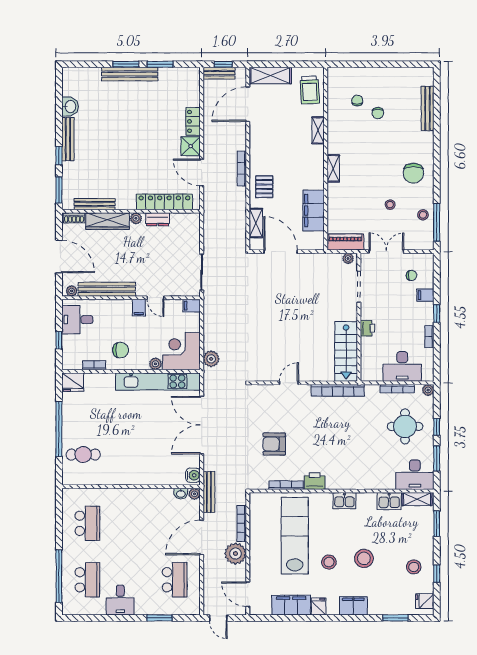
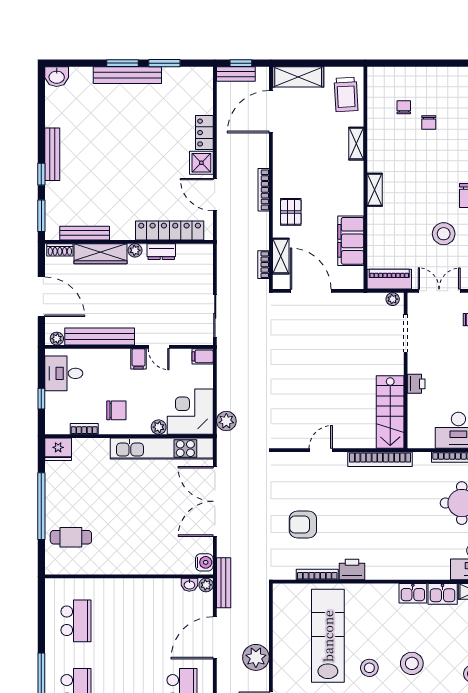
washbasin: (70, 107) -> (57, 77), moved, turned 90
stool: (390, 205) -> (444, 234), width x1.89, depth x1.89
kitchen sink: (344, 501) -> (413, 593), moved
bookcase: (242, 523) -> (263, 265), moved, width x0.64

